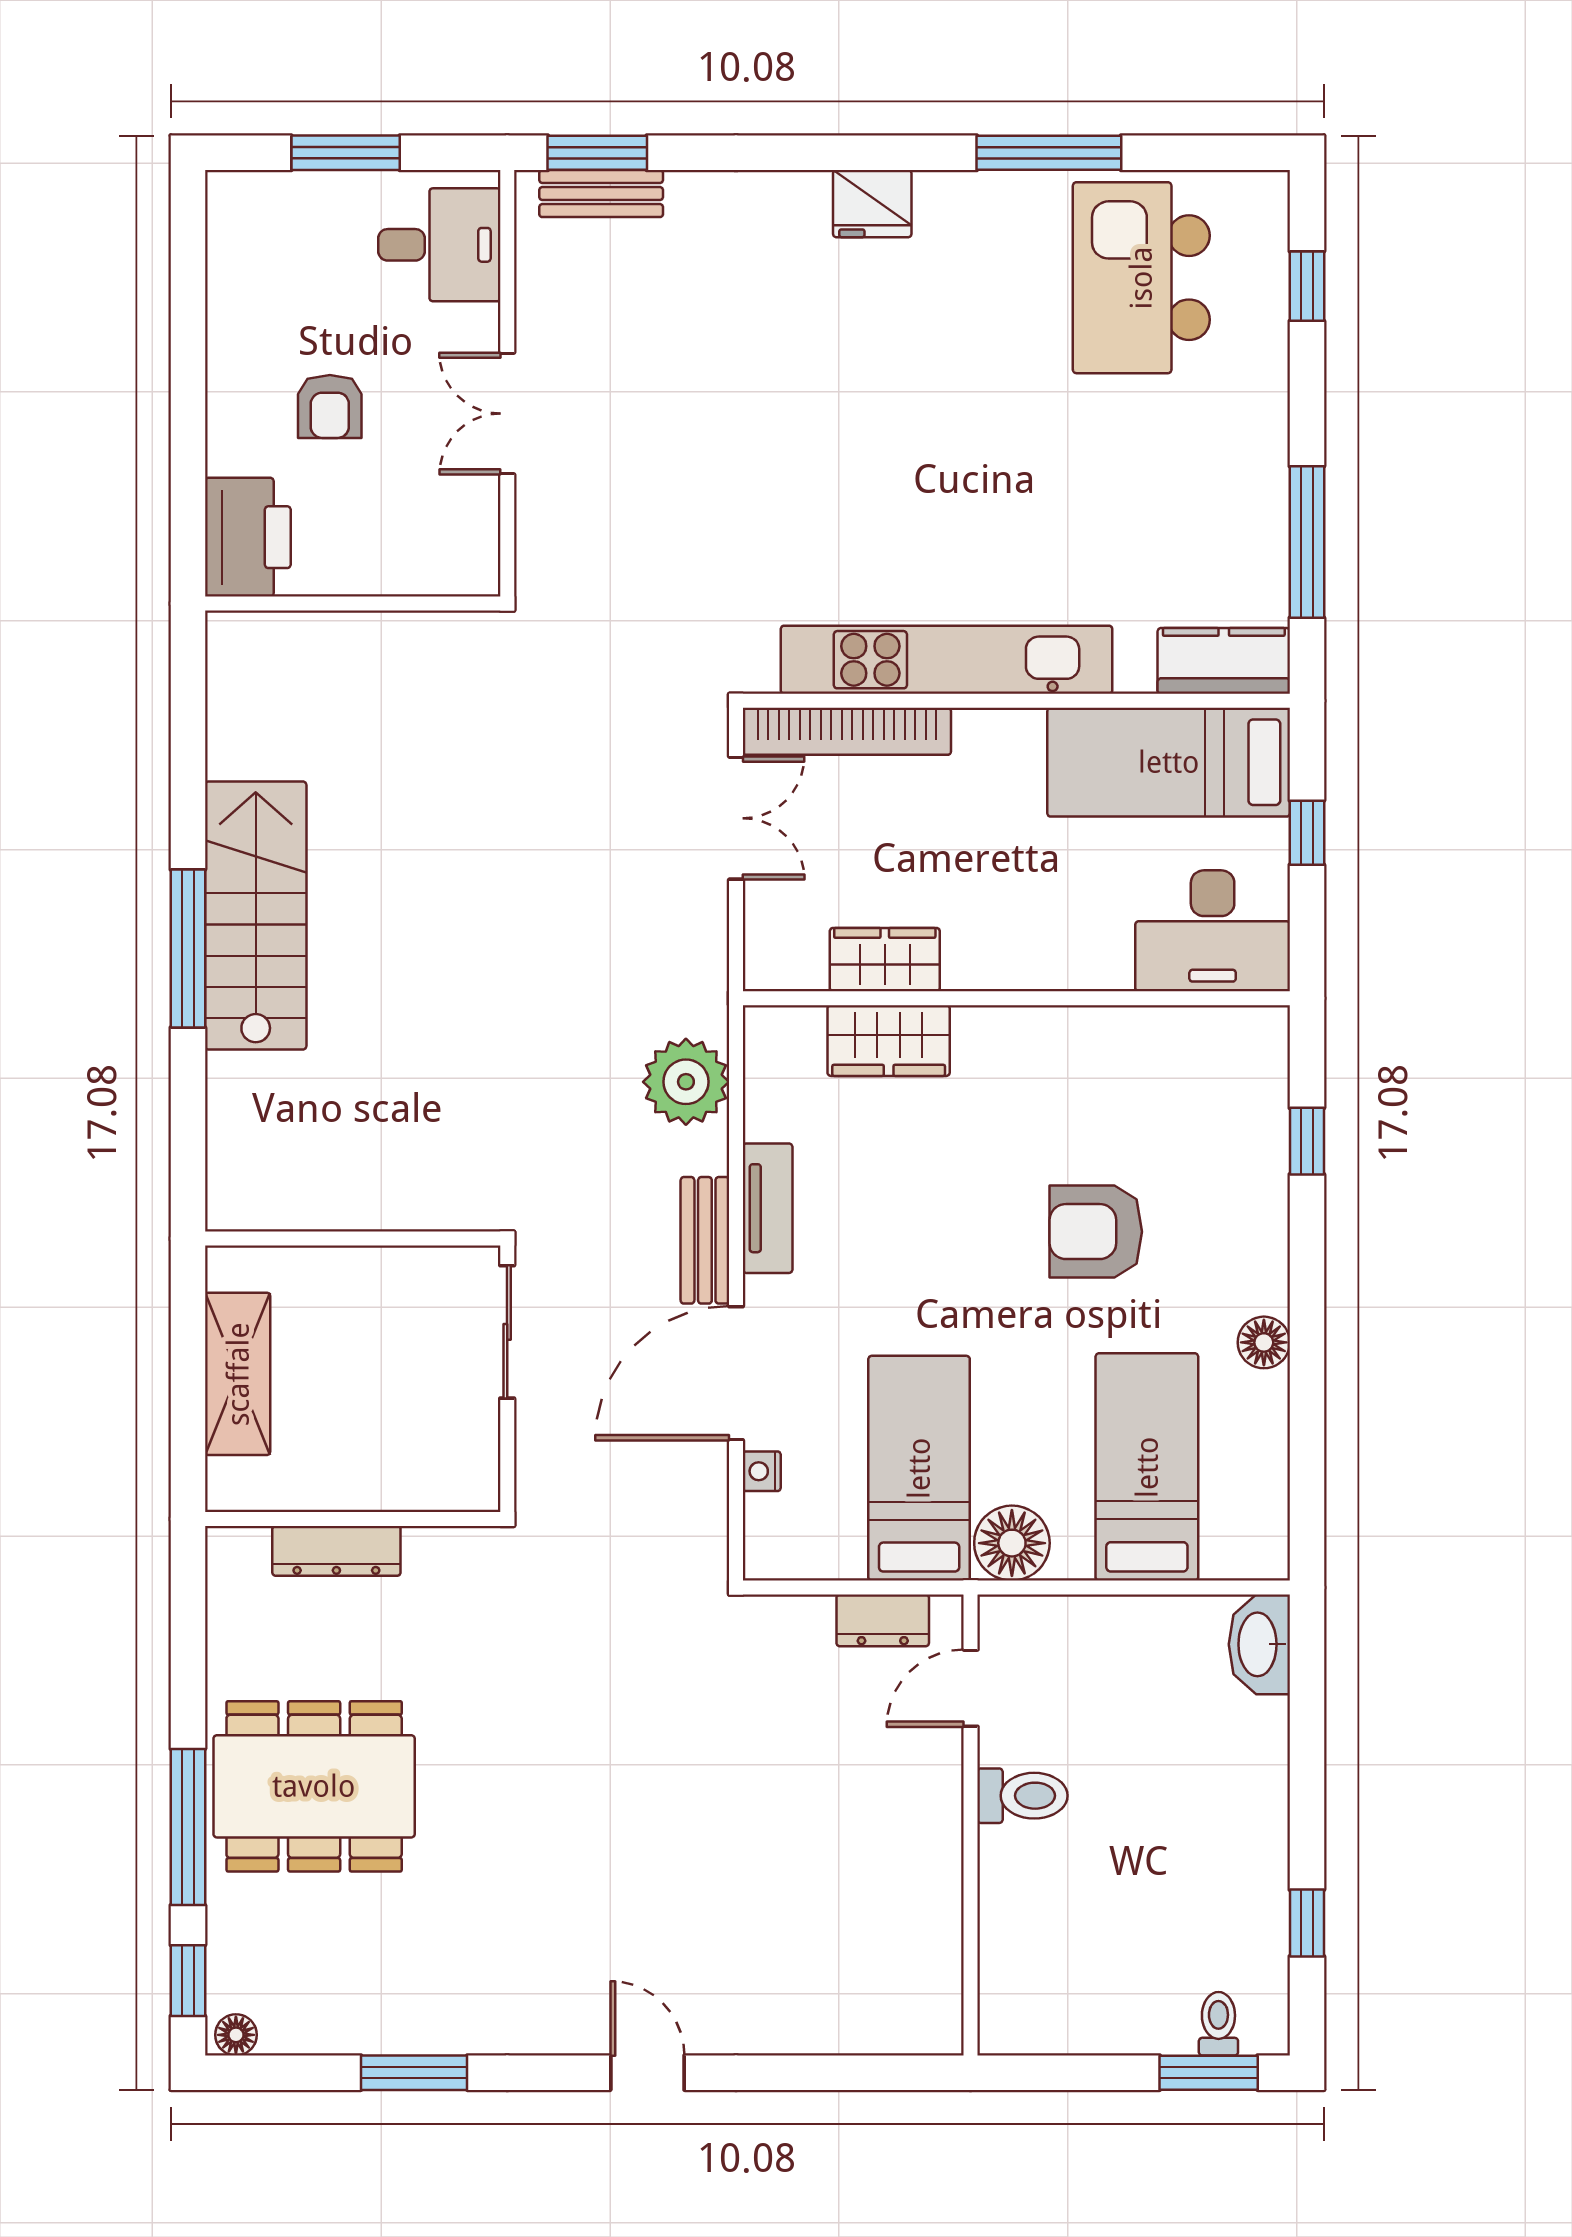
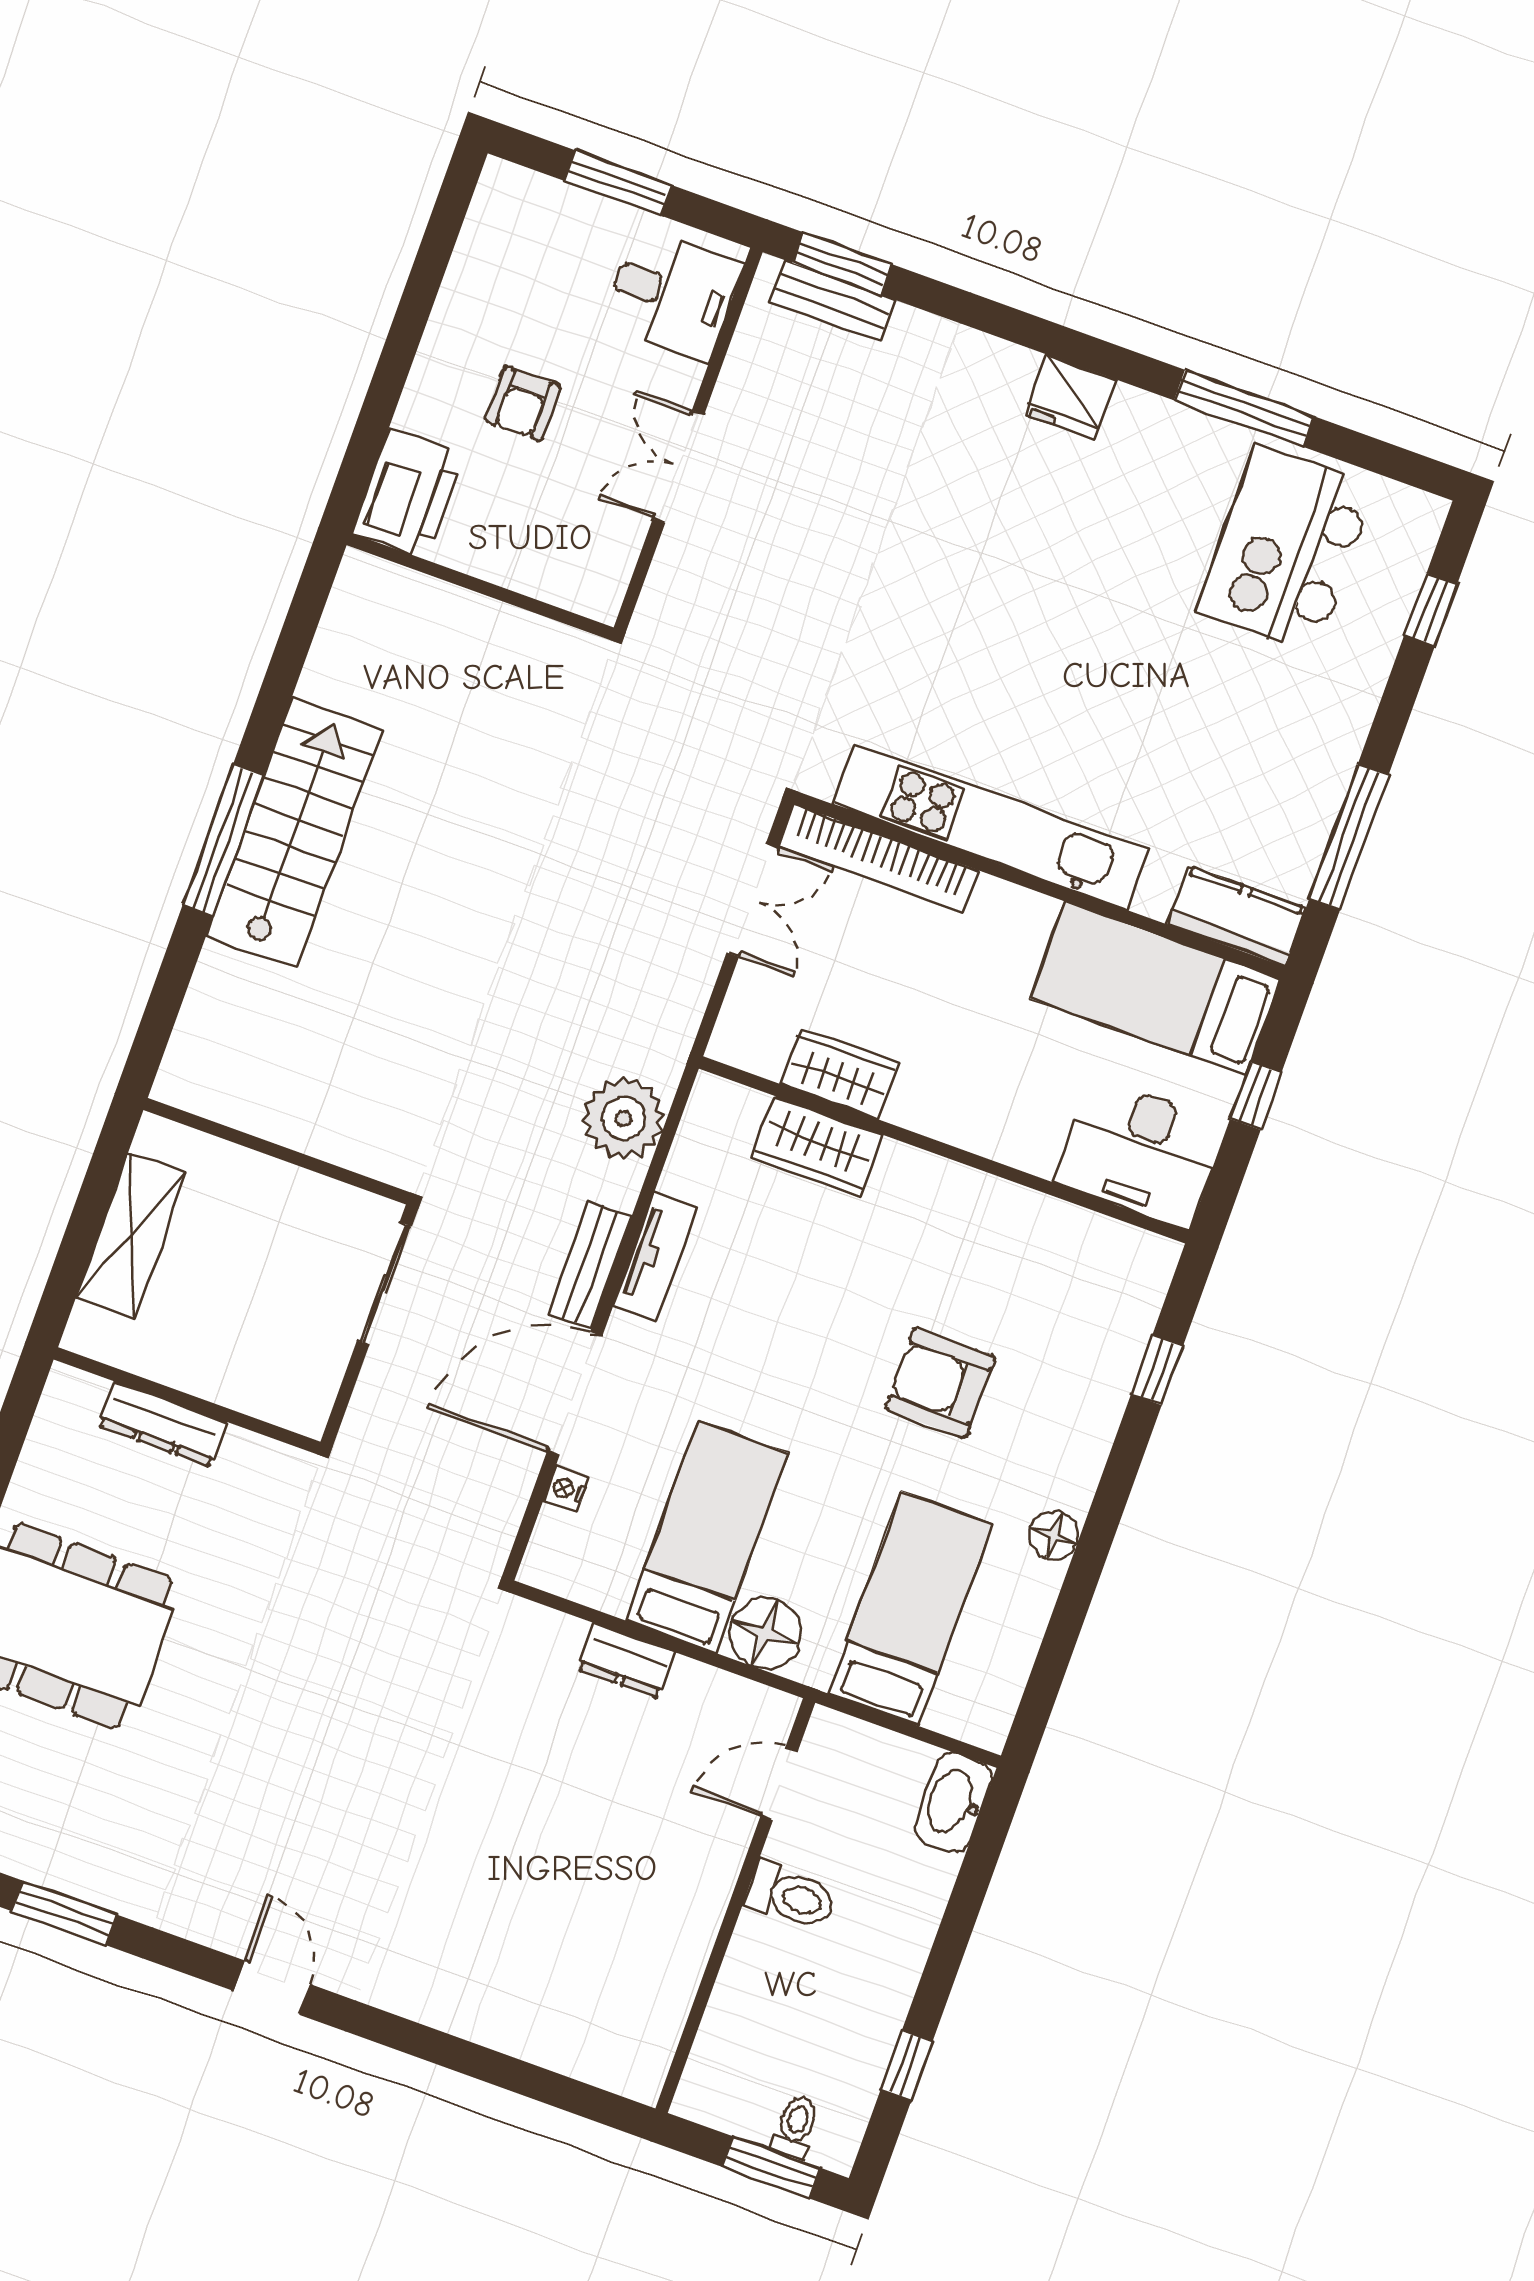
door: (971, 1688) -> (779, 1784), moved
toilet: (1022, 1796) -> (791, 1896), moved
wall: (971, 1825) -> (735, 1906), moved

